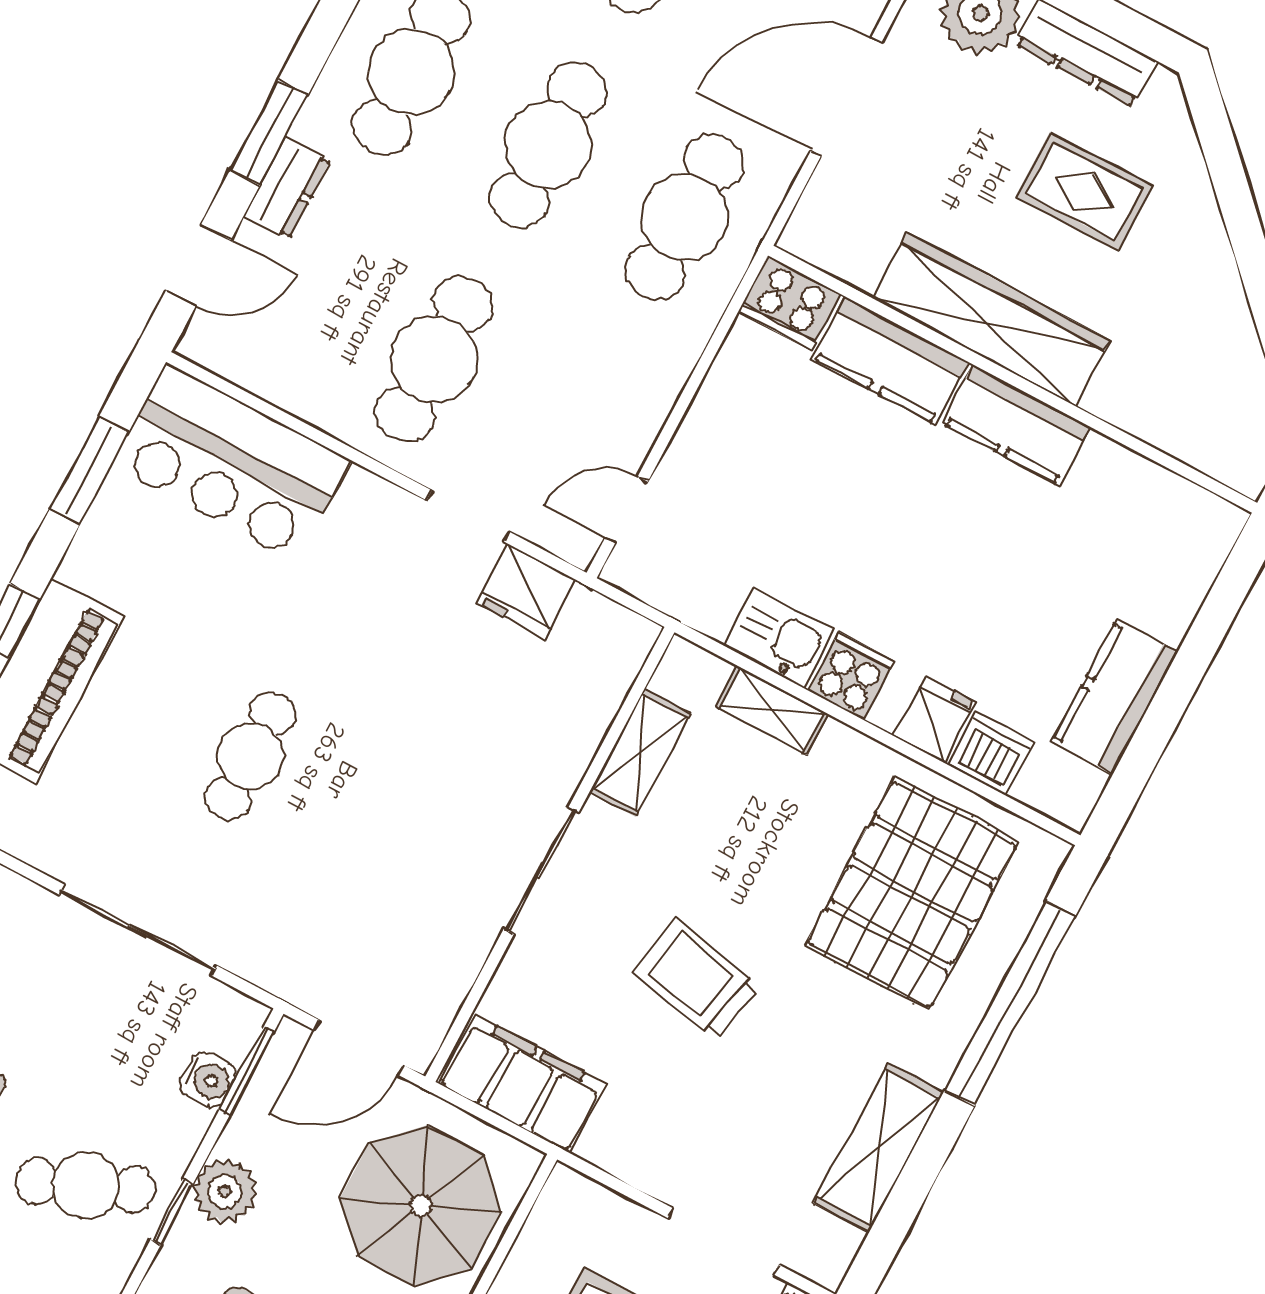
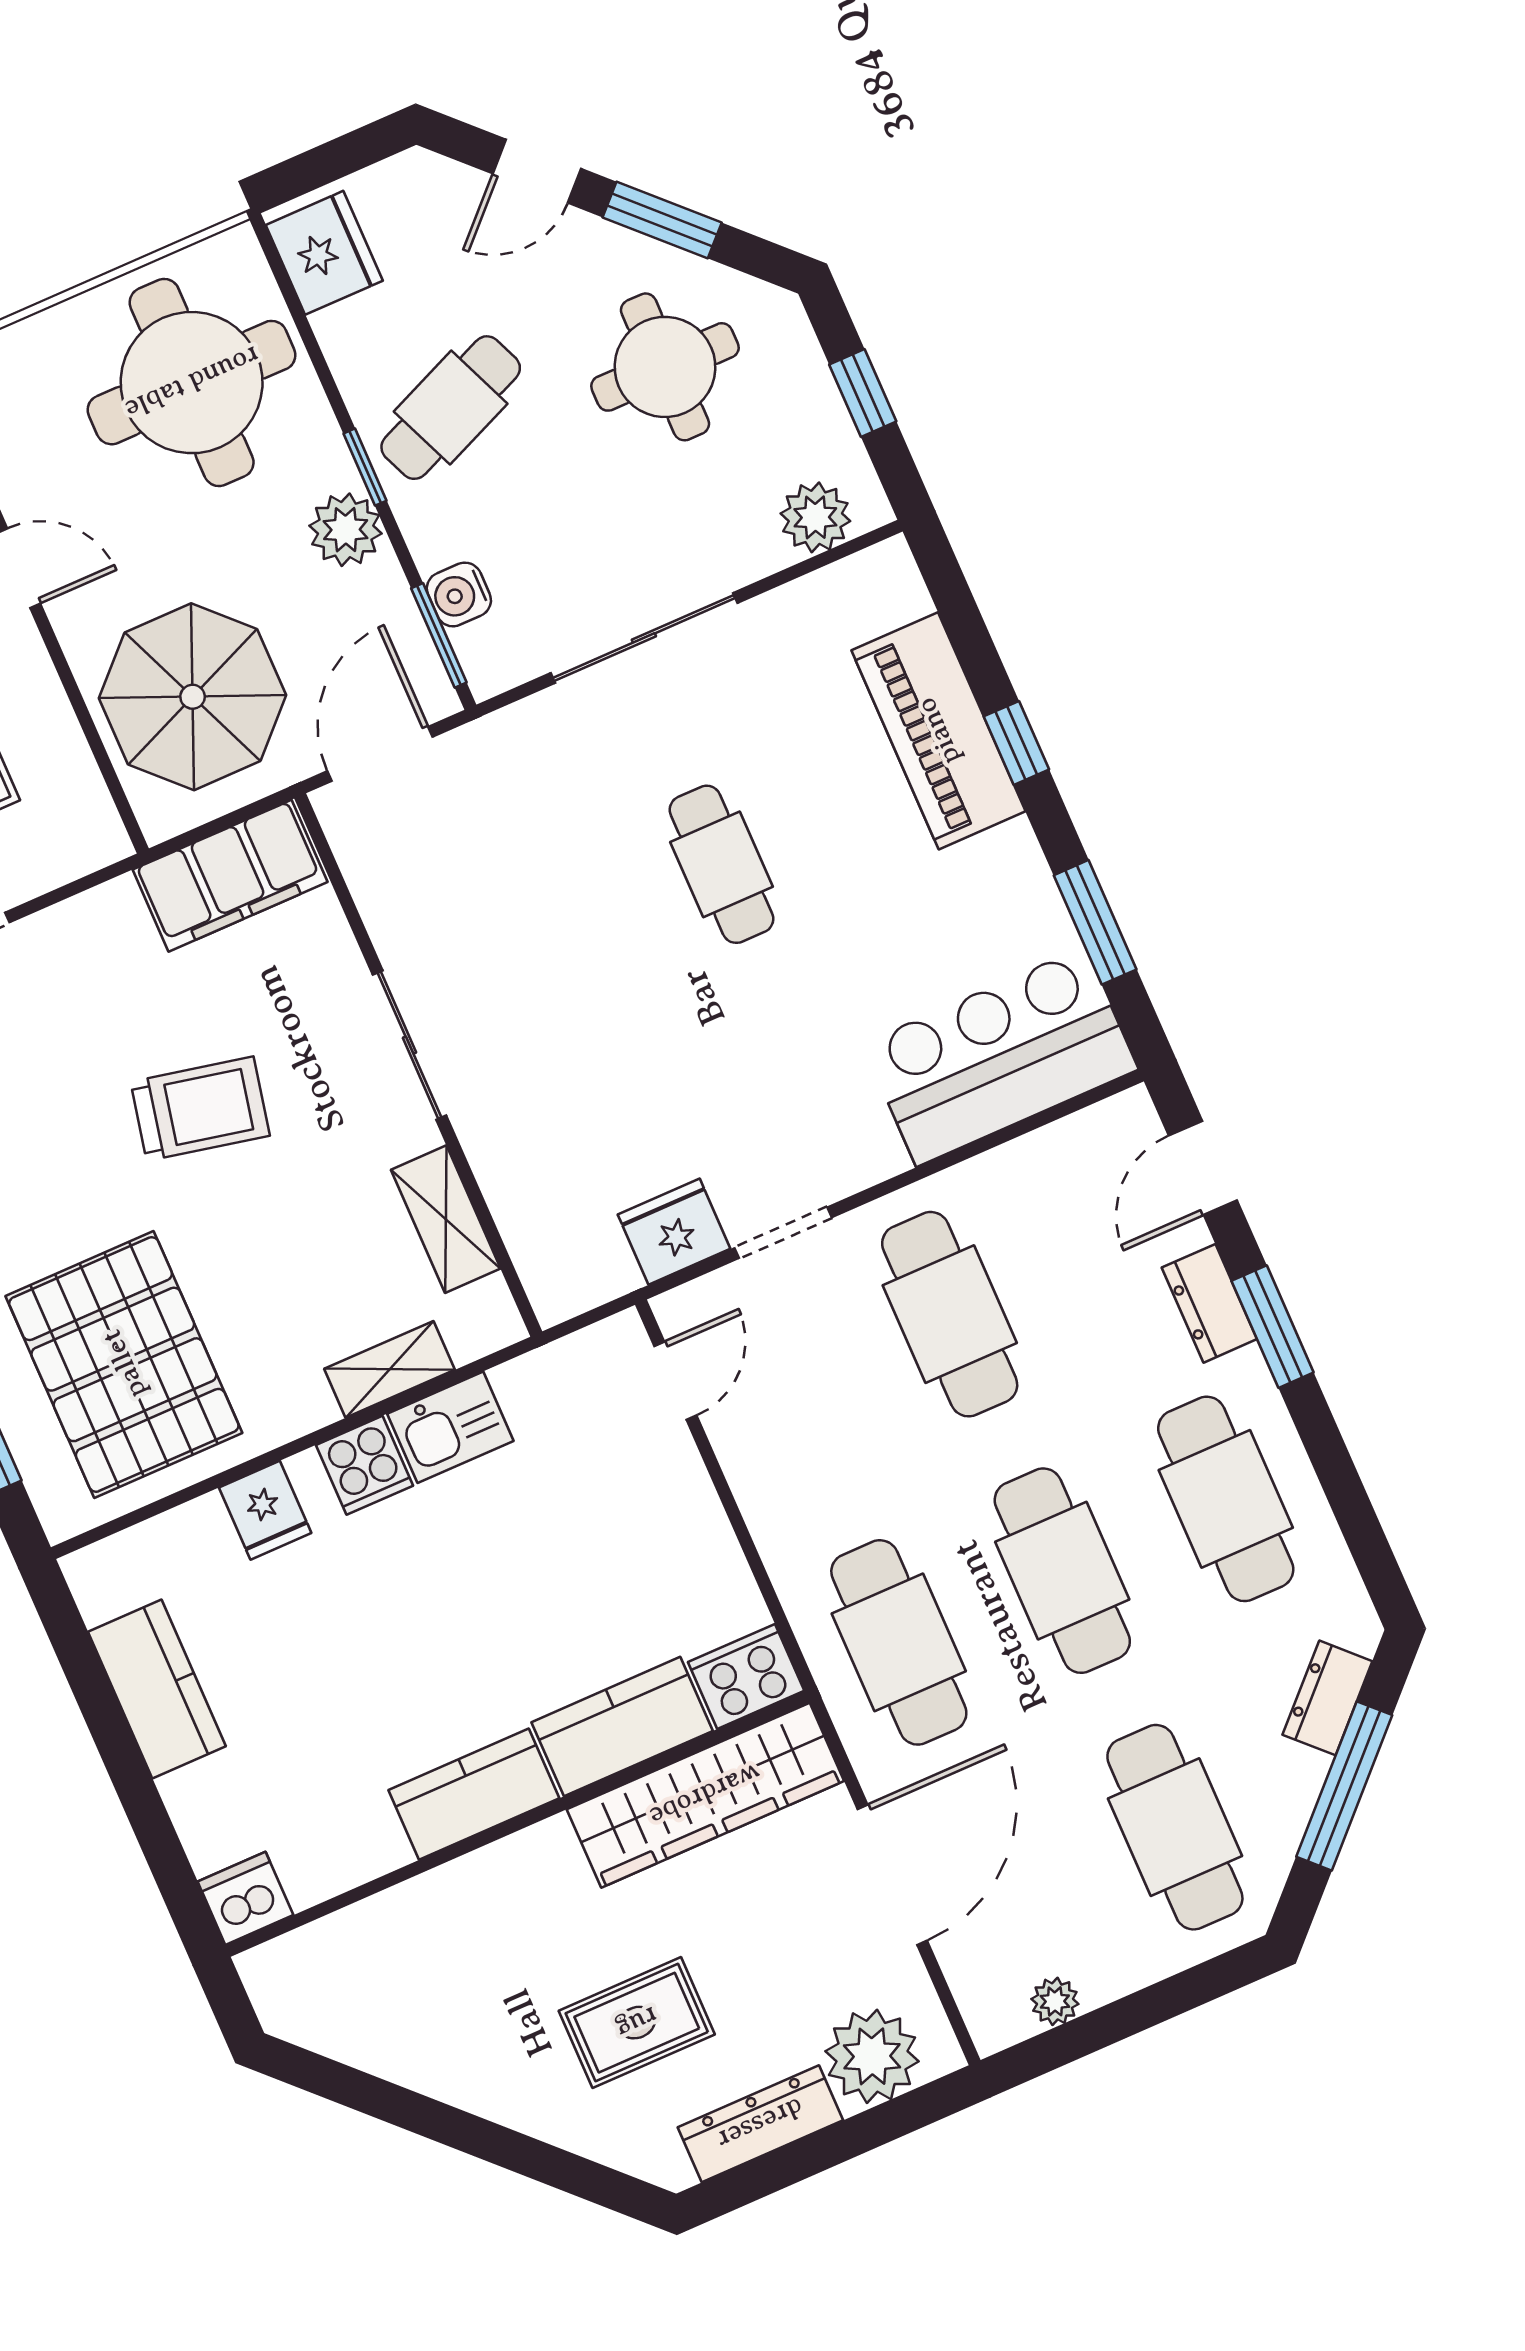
wardrobe: (991, 319) -> (705, 1795), moved
dishwasher: (991, 754) -> (245, 1898), moved, turned 180

